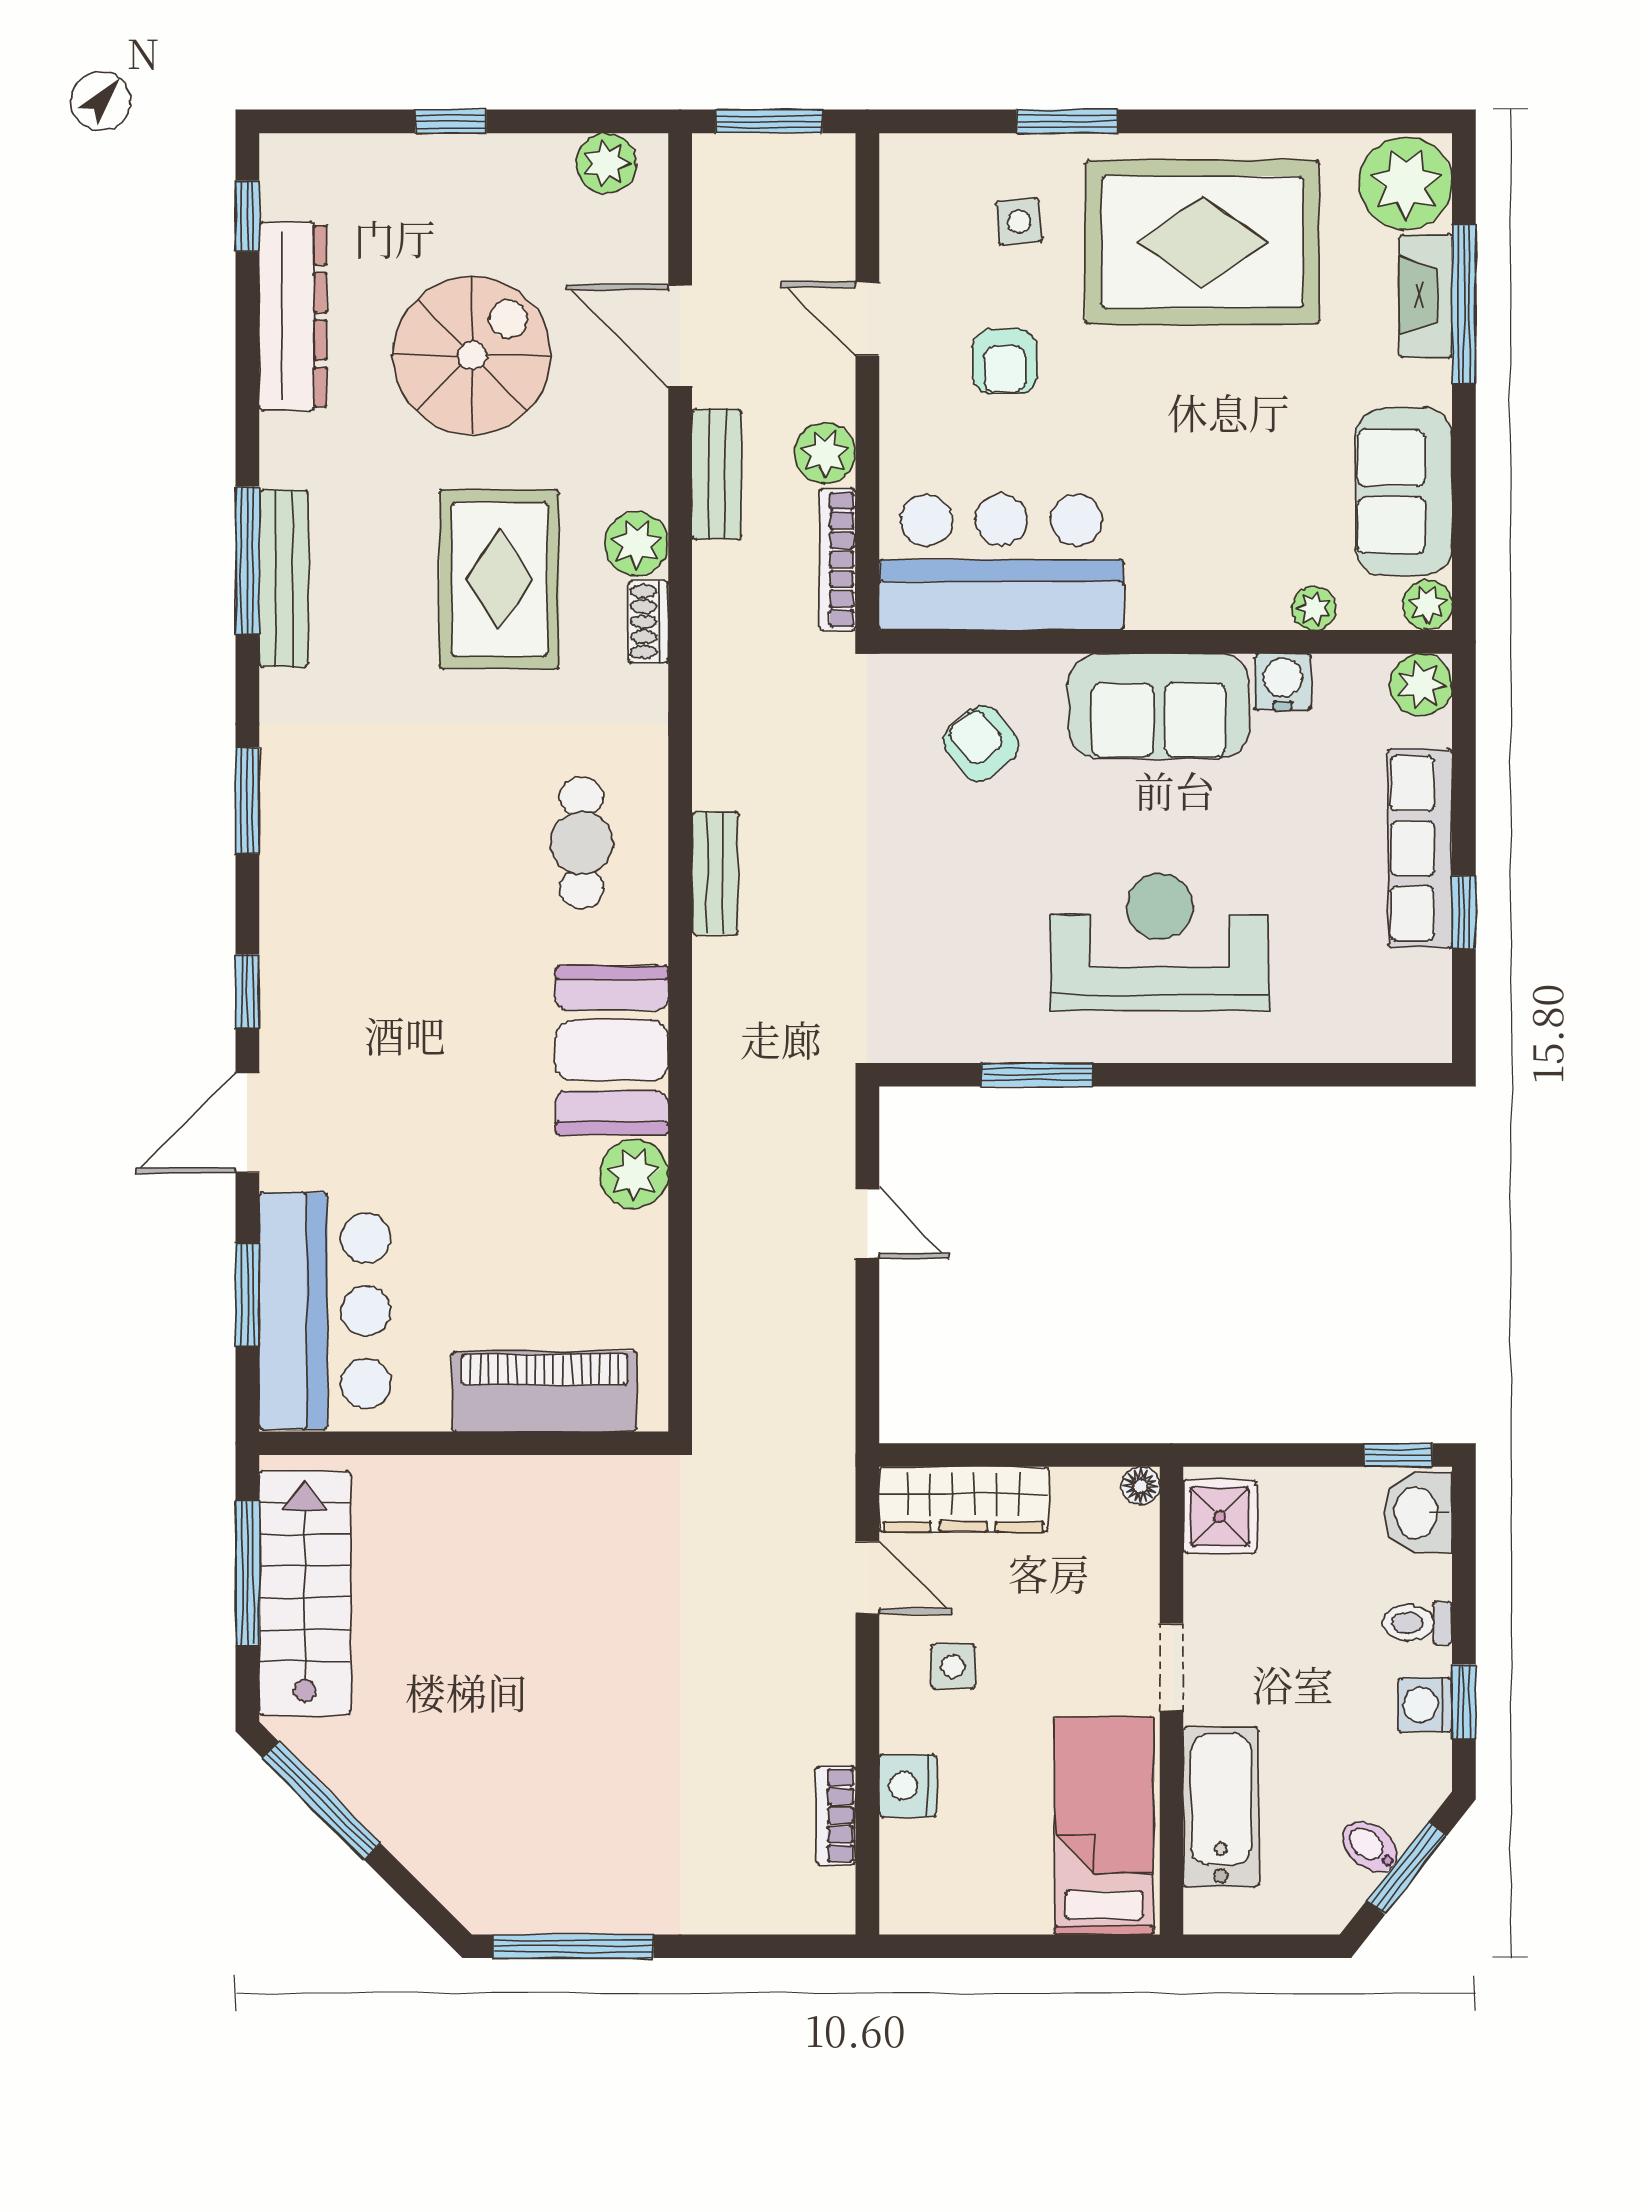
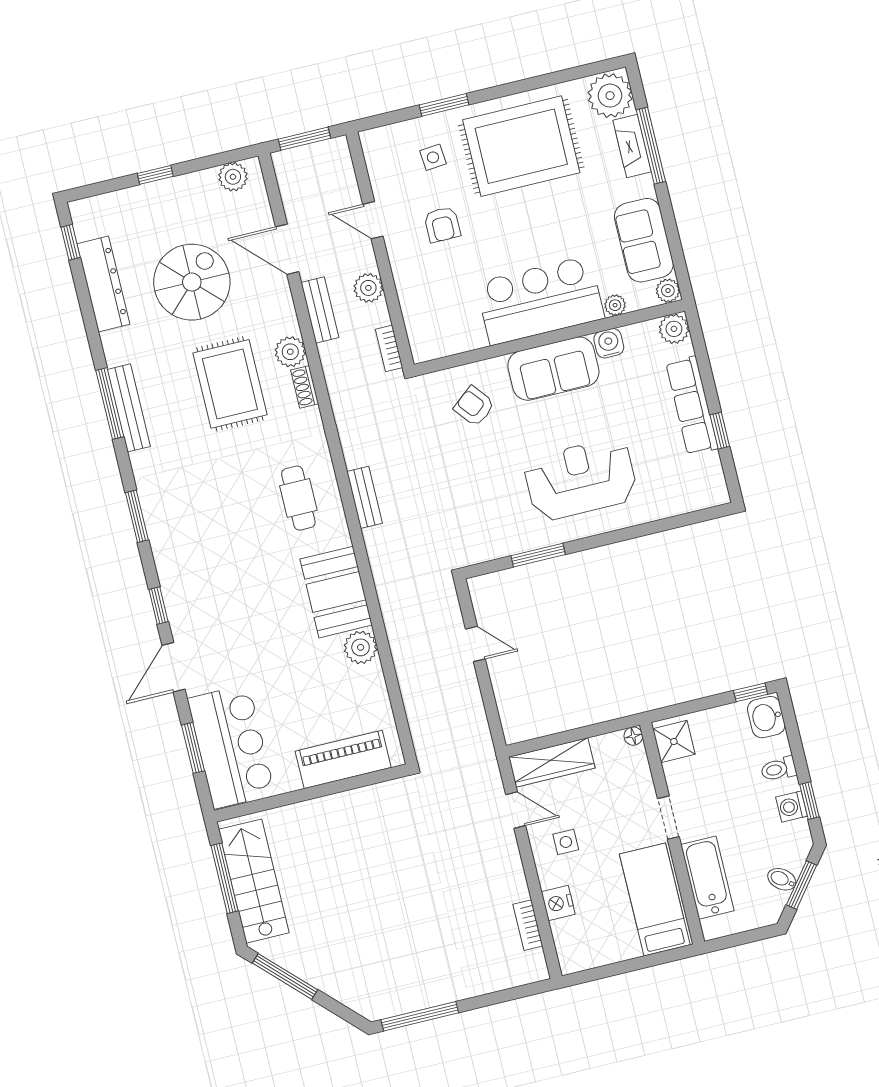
bookcase: (837, 560) -> (389, 348), width x0.64
bar counter: (1001, 562) -> (540, 300), moved

